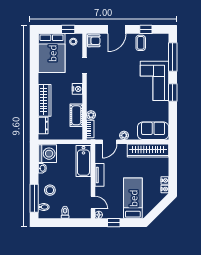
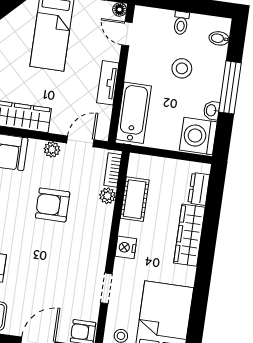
armchair: (119, 106) -> (53, 205), added
stool: (50, 190) -> (182, 68), moved
window: (34, 198) -> (230, 87), moved

